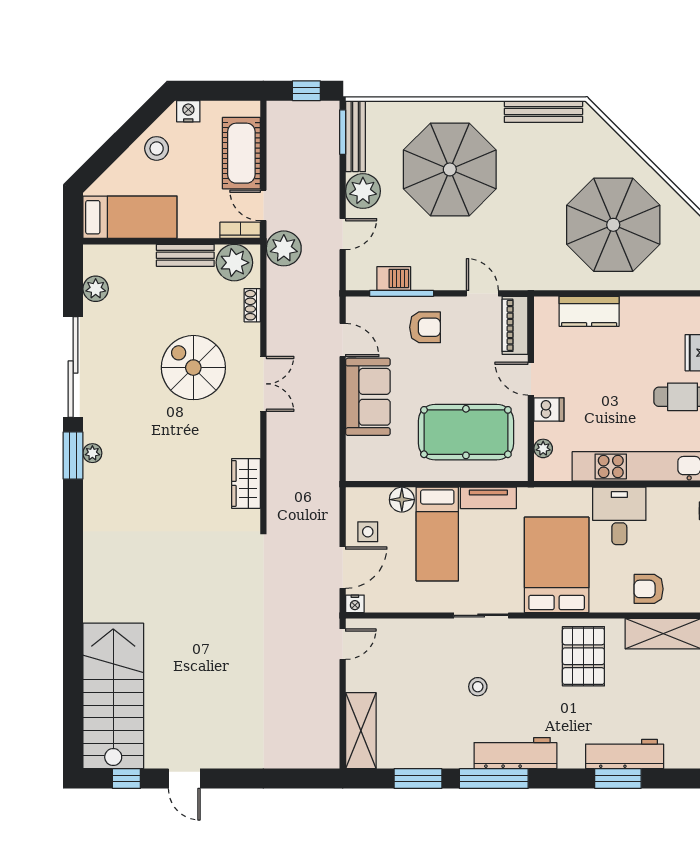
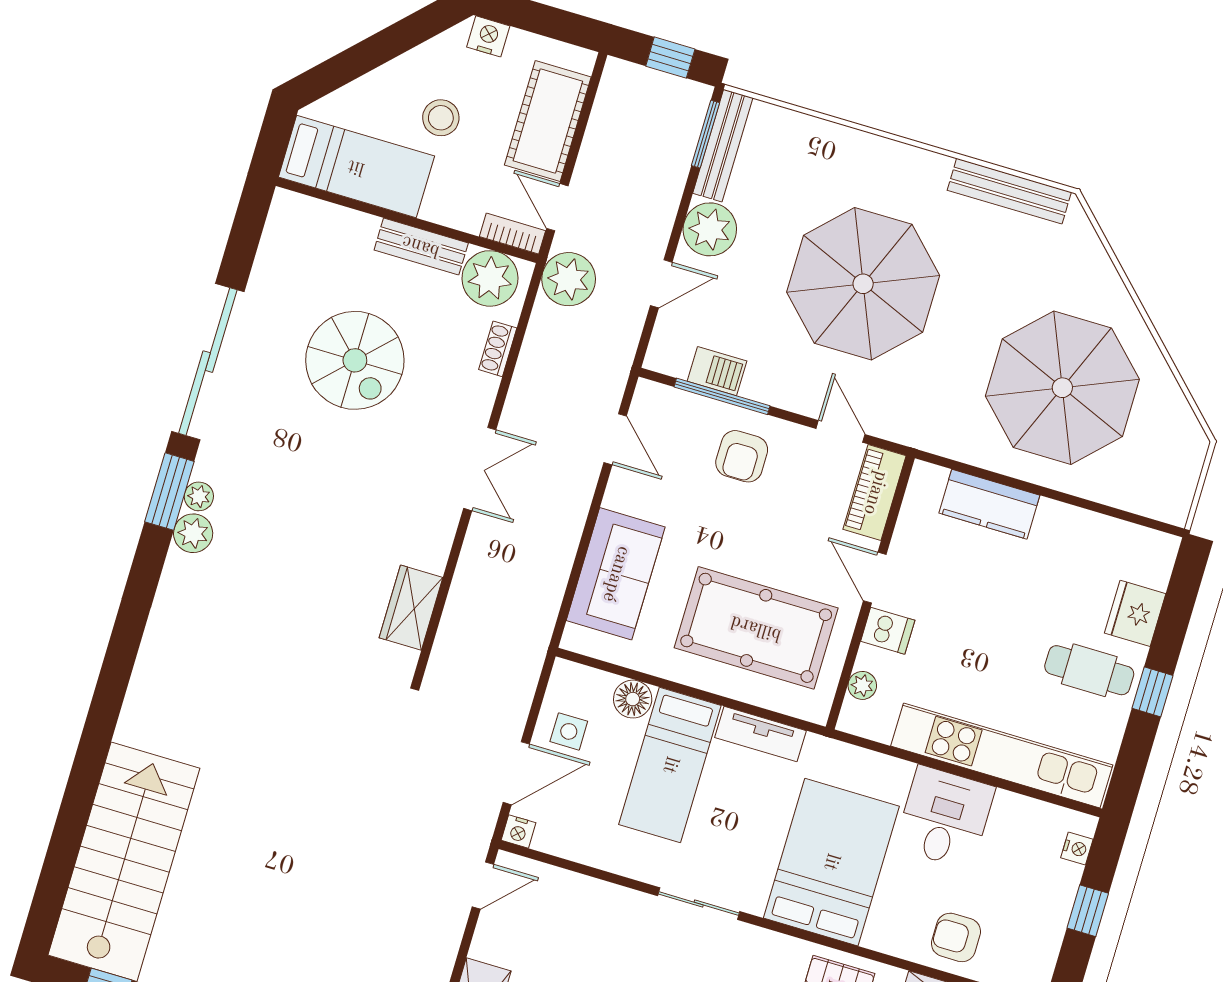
stool: (157, 148) -> (441, 118), moved
parasol: (450, 169) -> (863, 284), moved
plant: (96, 289) -> (193, 533), moved
armchair: (425, 327) -> (742, 456), turned 90
spiral stairs: (193, 368) -> (355, 360), moved, turned 180
sofa: (368, 397) -> (616, 574), moved

